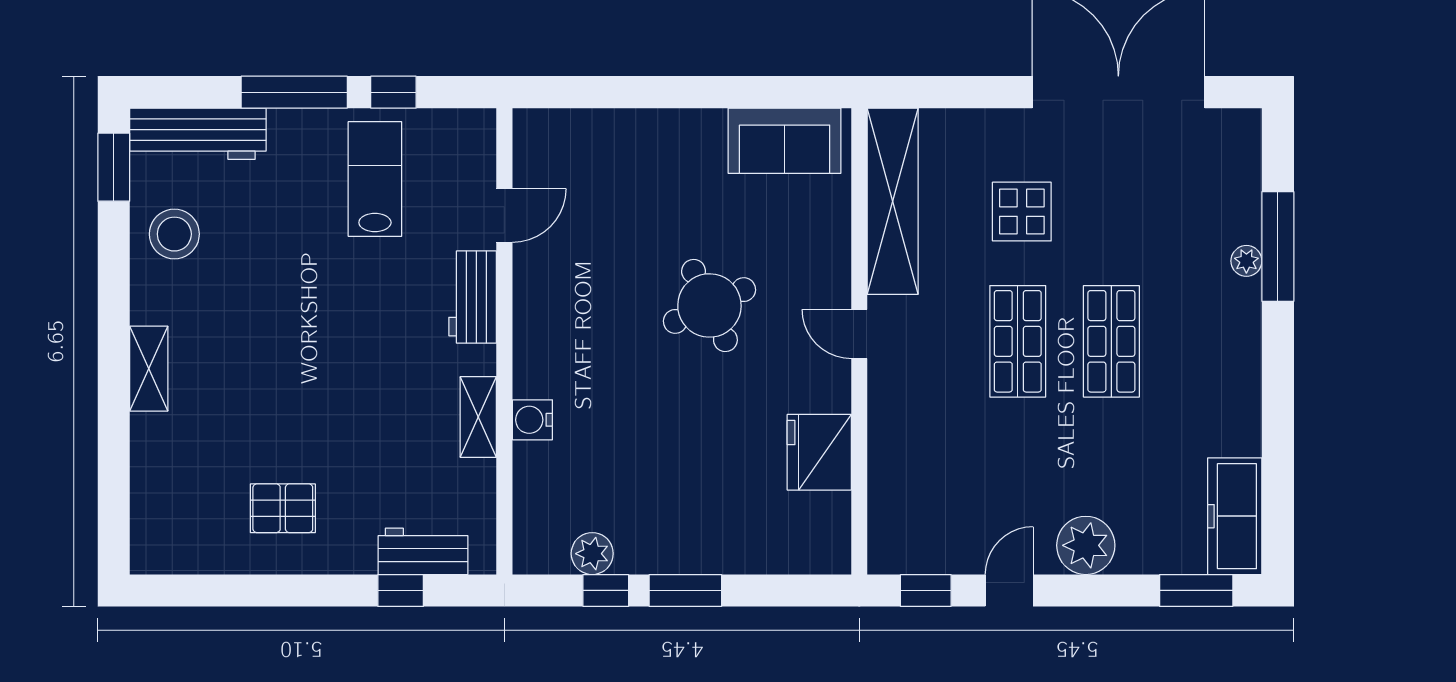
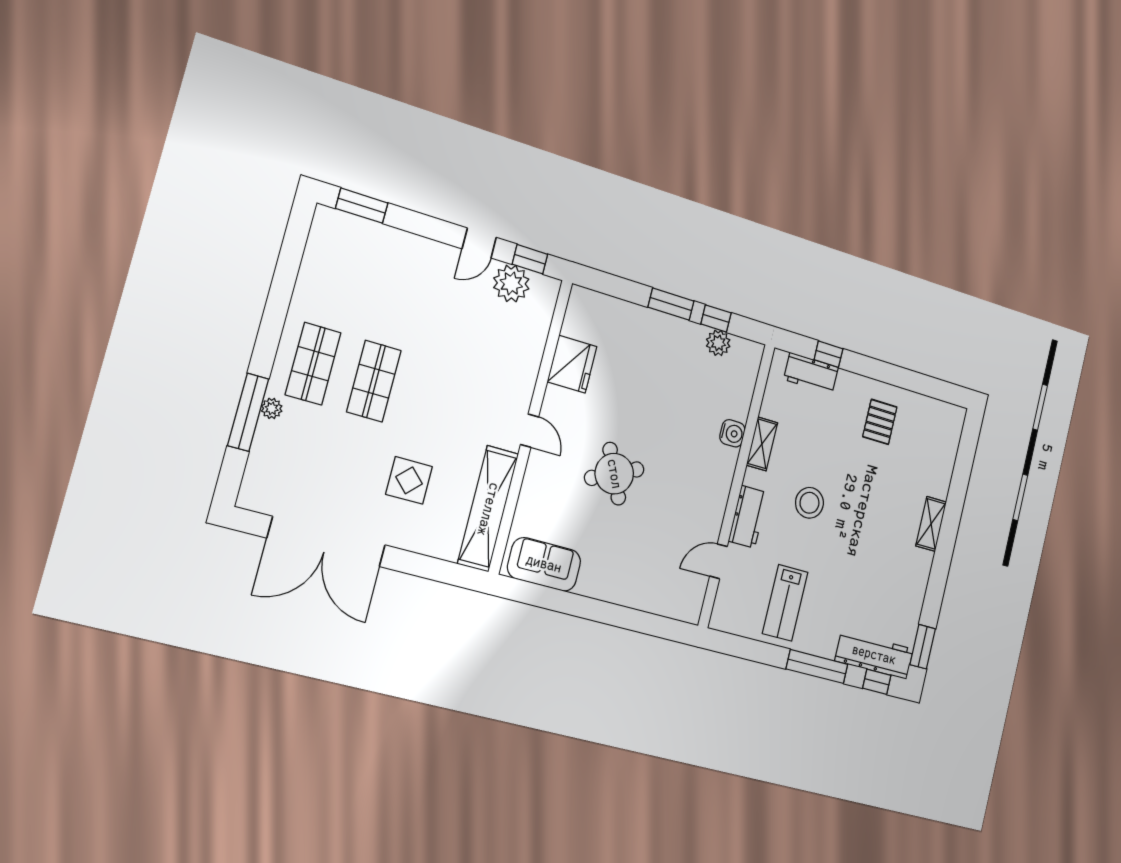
window: (393, 92) -> (877, 682), moved
stool: (174, 234) -> (809, 503), moved
shop shelf: (1018, 341) -> (313, 364), moved
pallet: (283, 508) -> (880, 422), turned 90
freezer: (1235, 516) -> (324, 245), removed
plant: (1086, 545) -> (511, 283), moved

